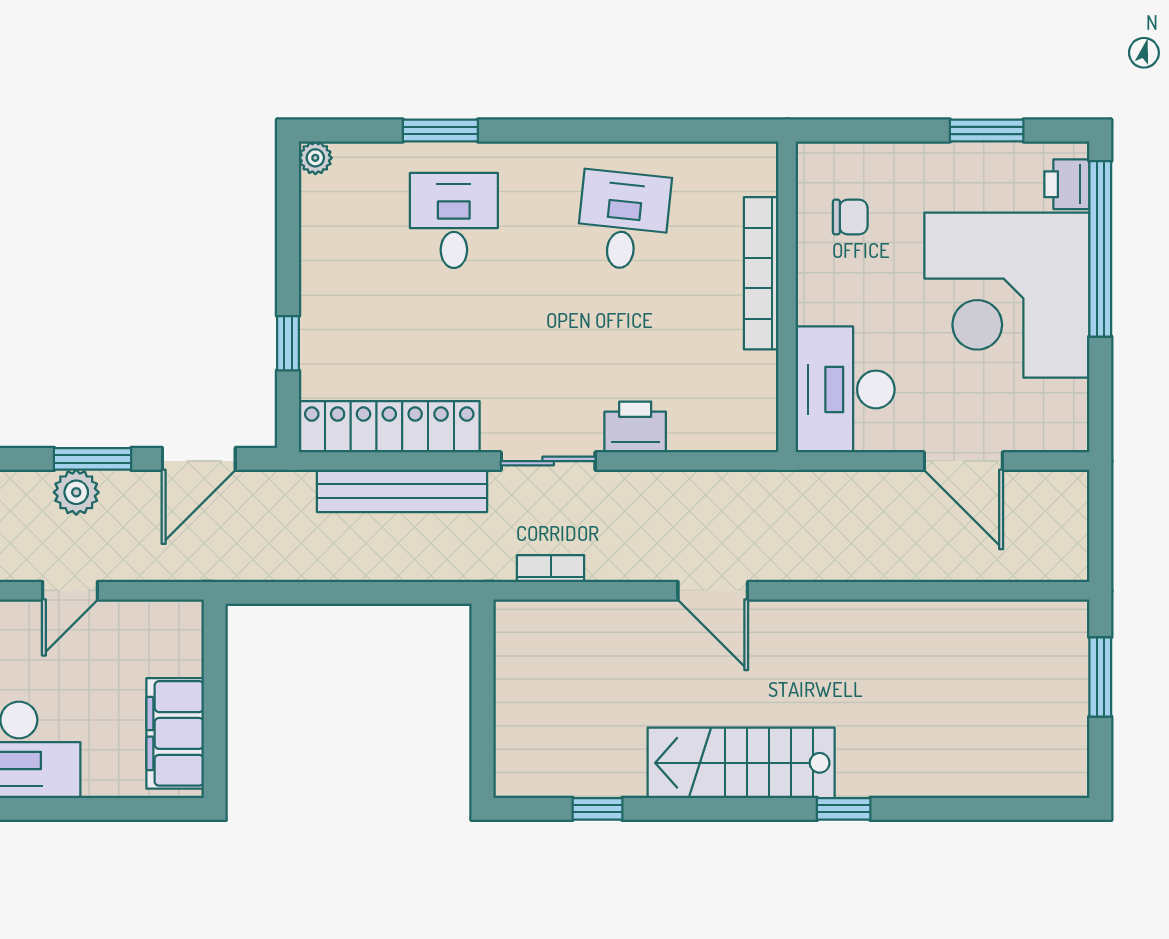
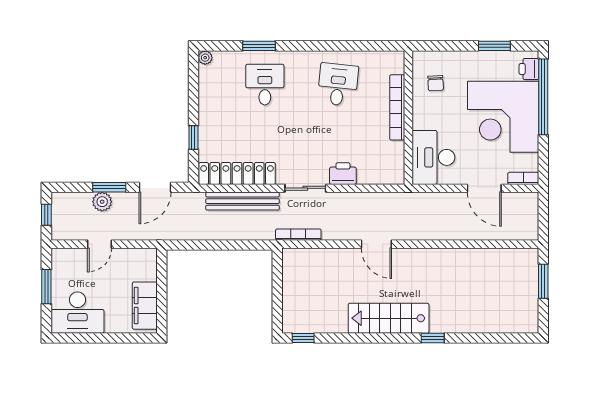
chair: (850, 217) -> (436, 83), turned 87
bookcase: (1054, 438) -> (523, 178), added
bookcase: (551, 569) -> (298, 235), width x1.56
window: (597, 809) -> (303, 338), moved

